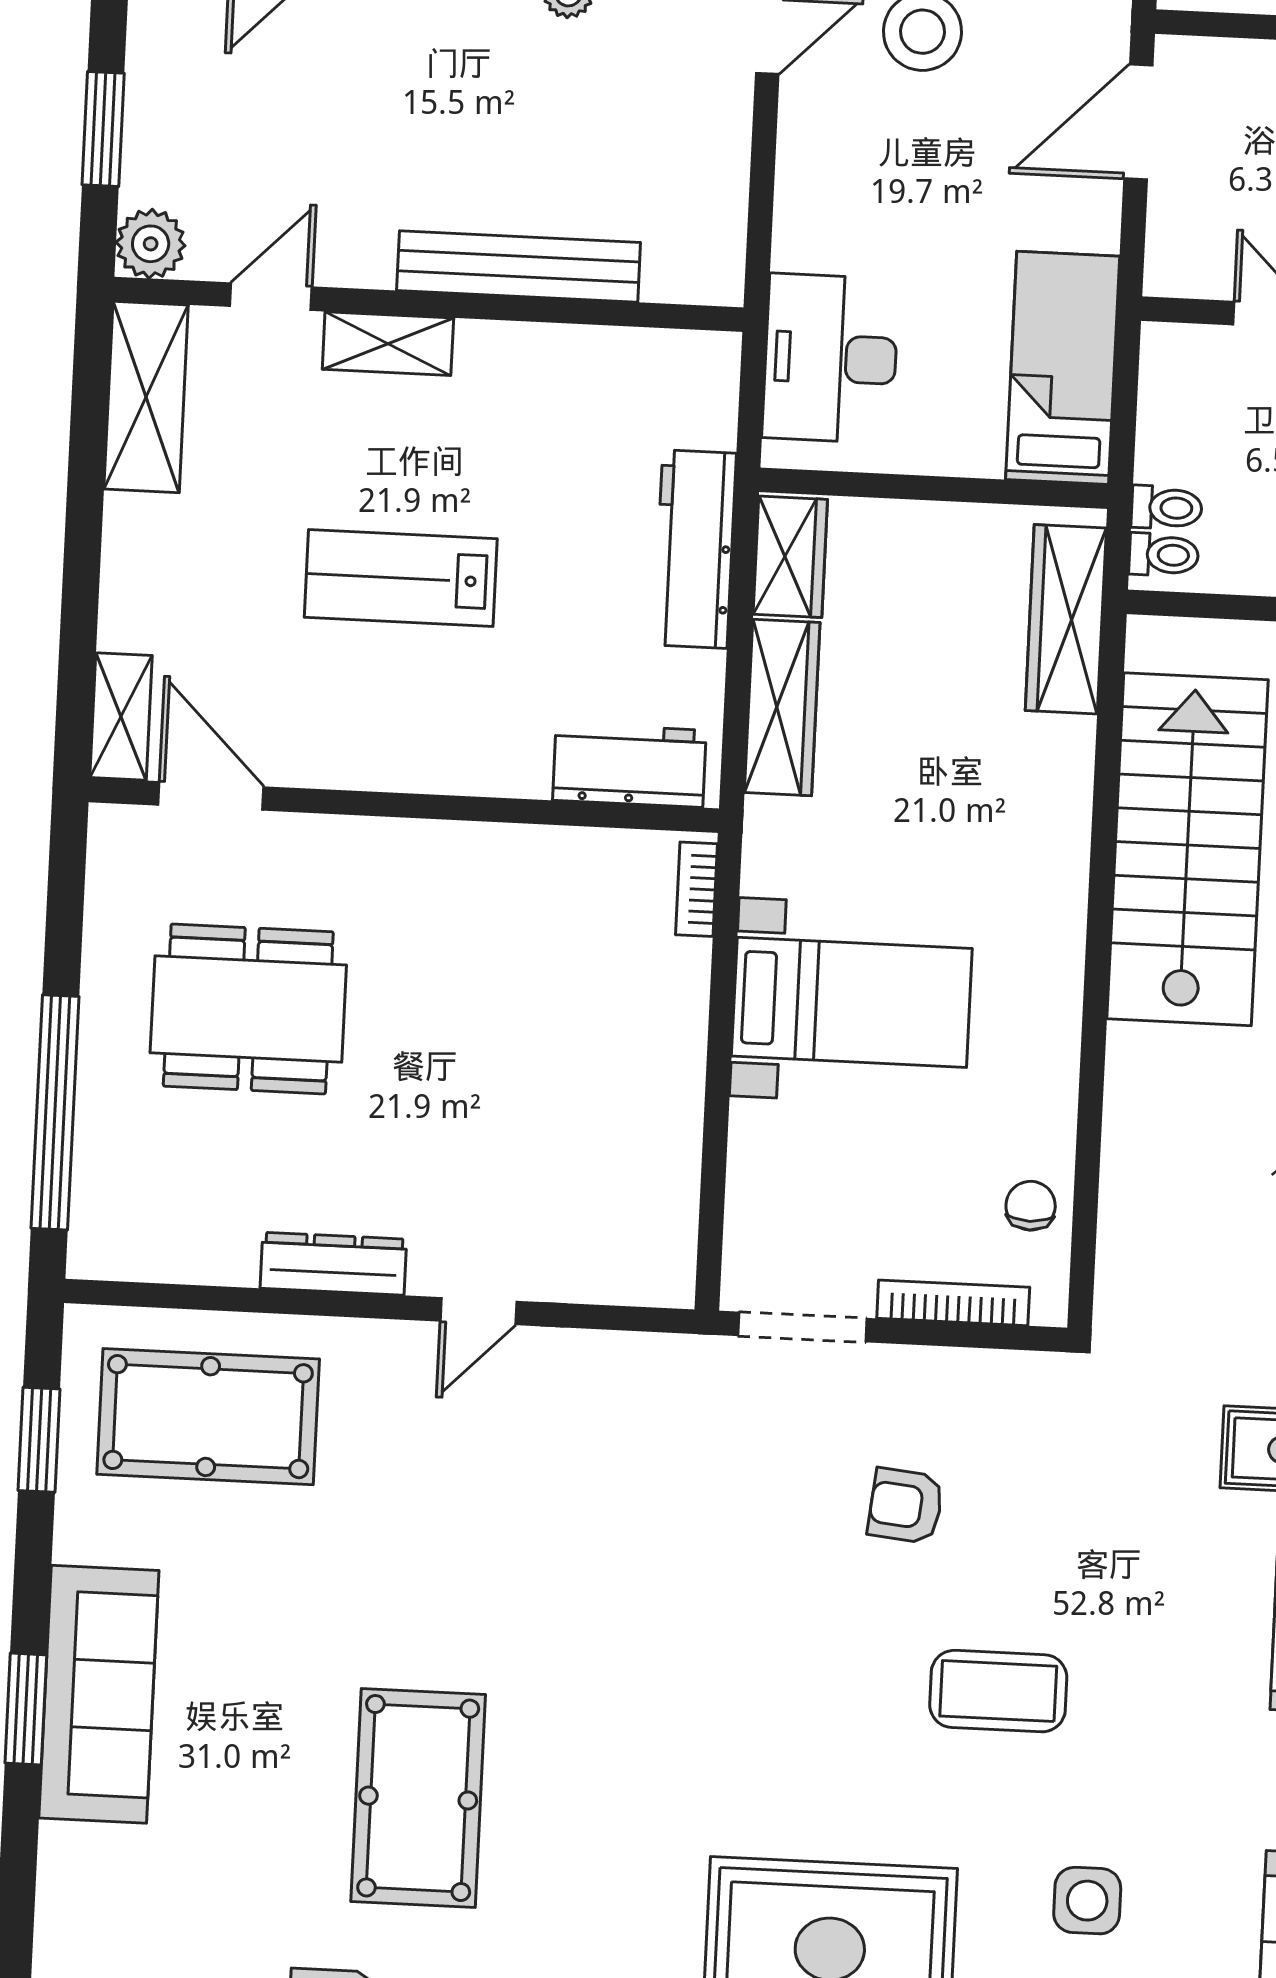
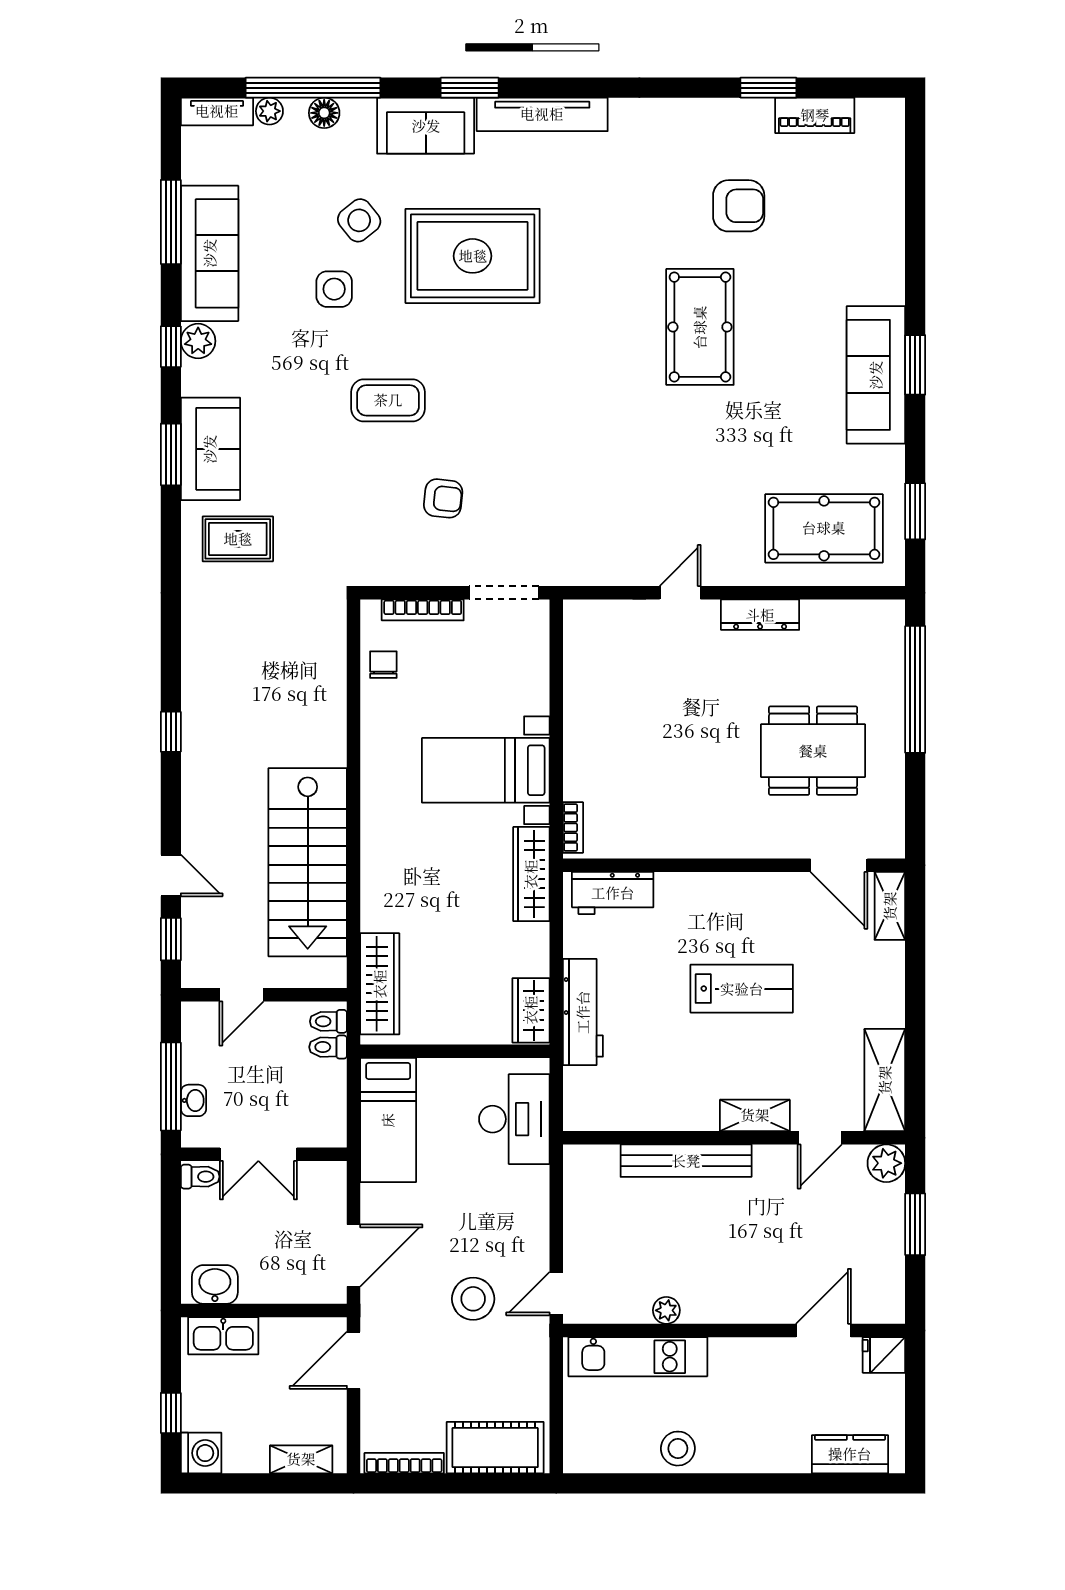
wardrobe: (782, 708) -> (531, 874), moved
chair: (1031, 1206) -> (383, 665), turned 180

